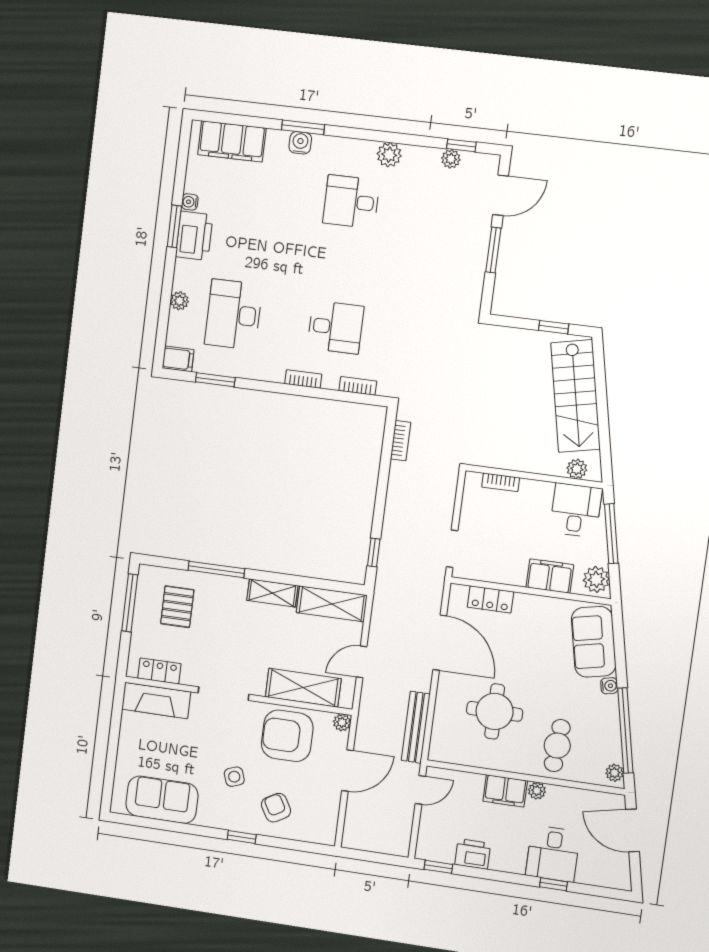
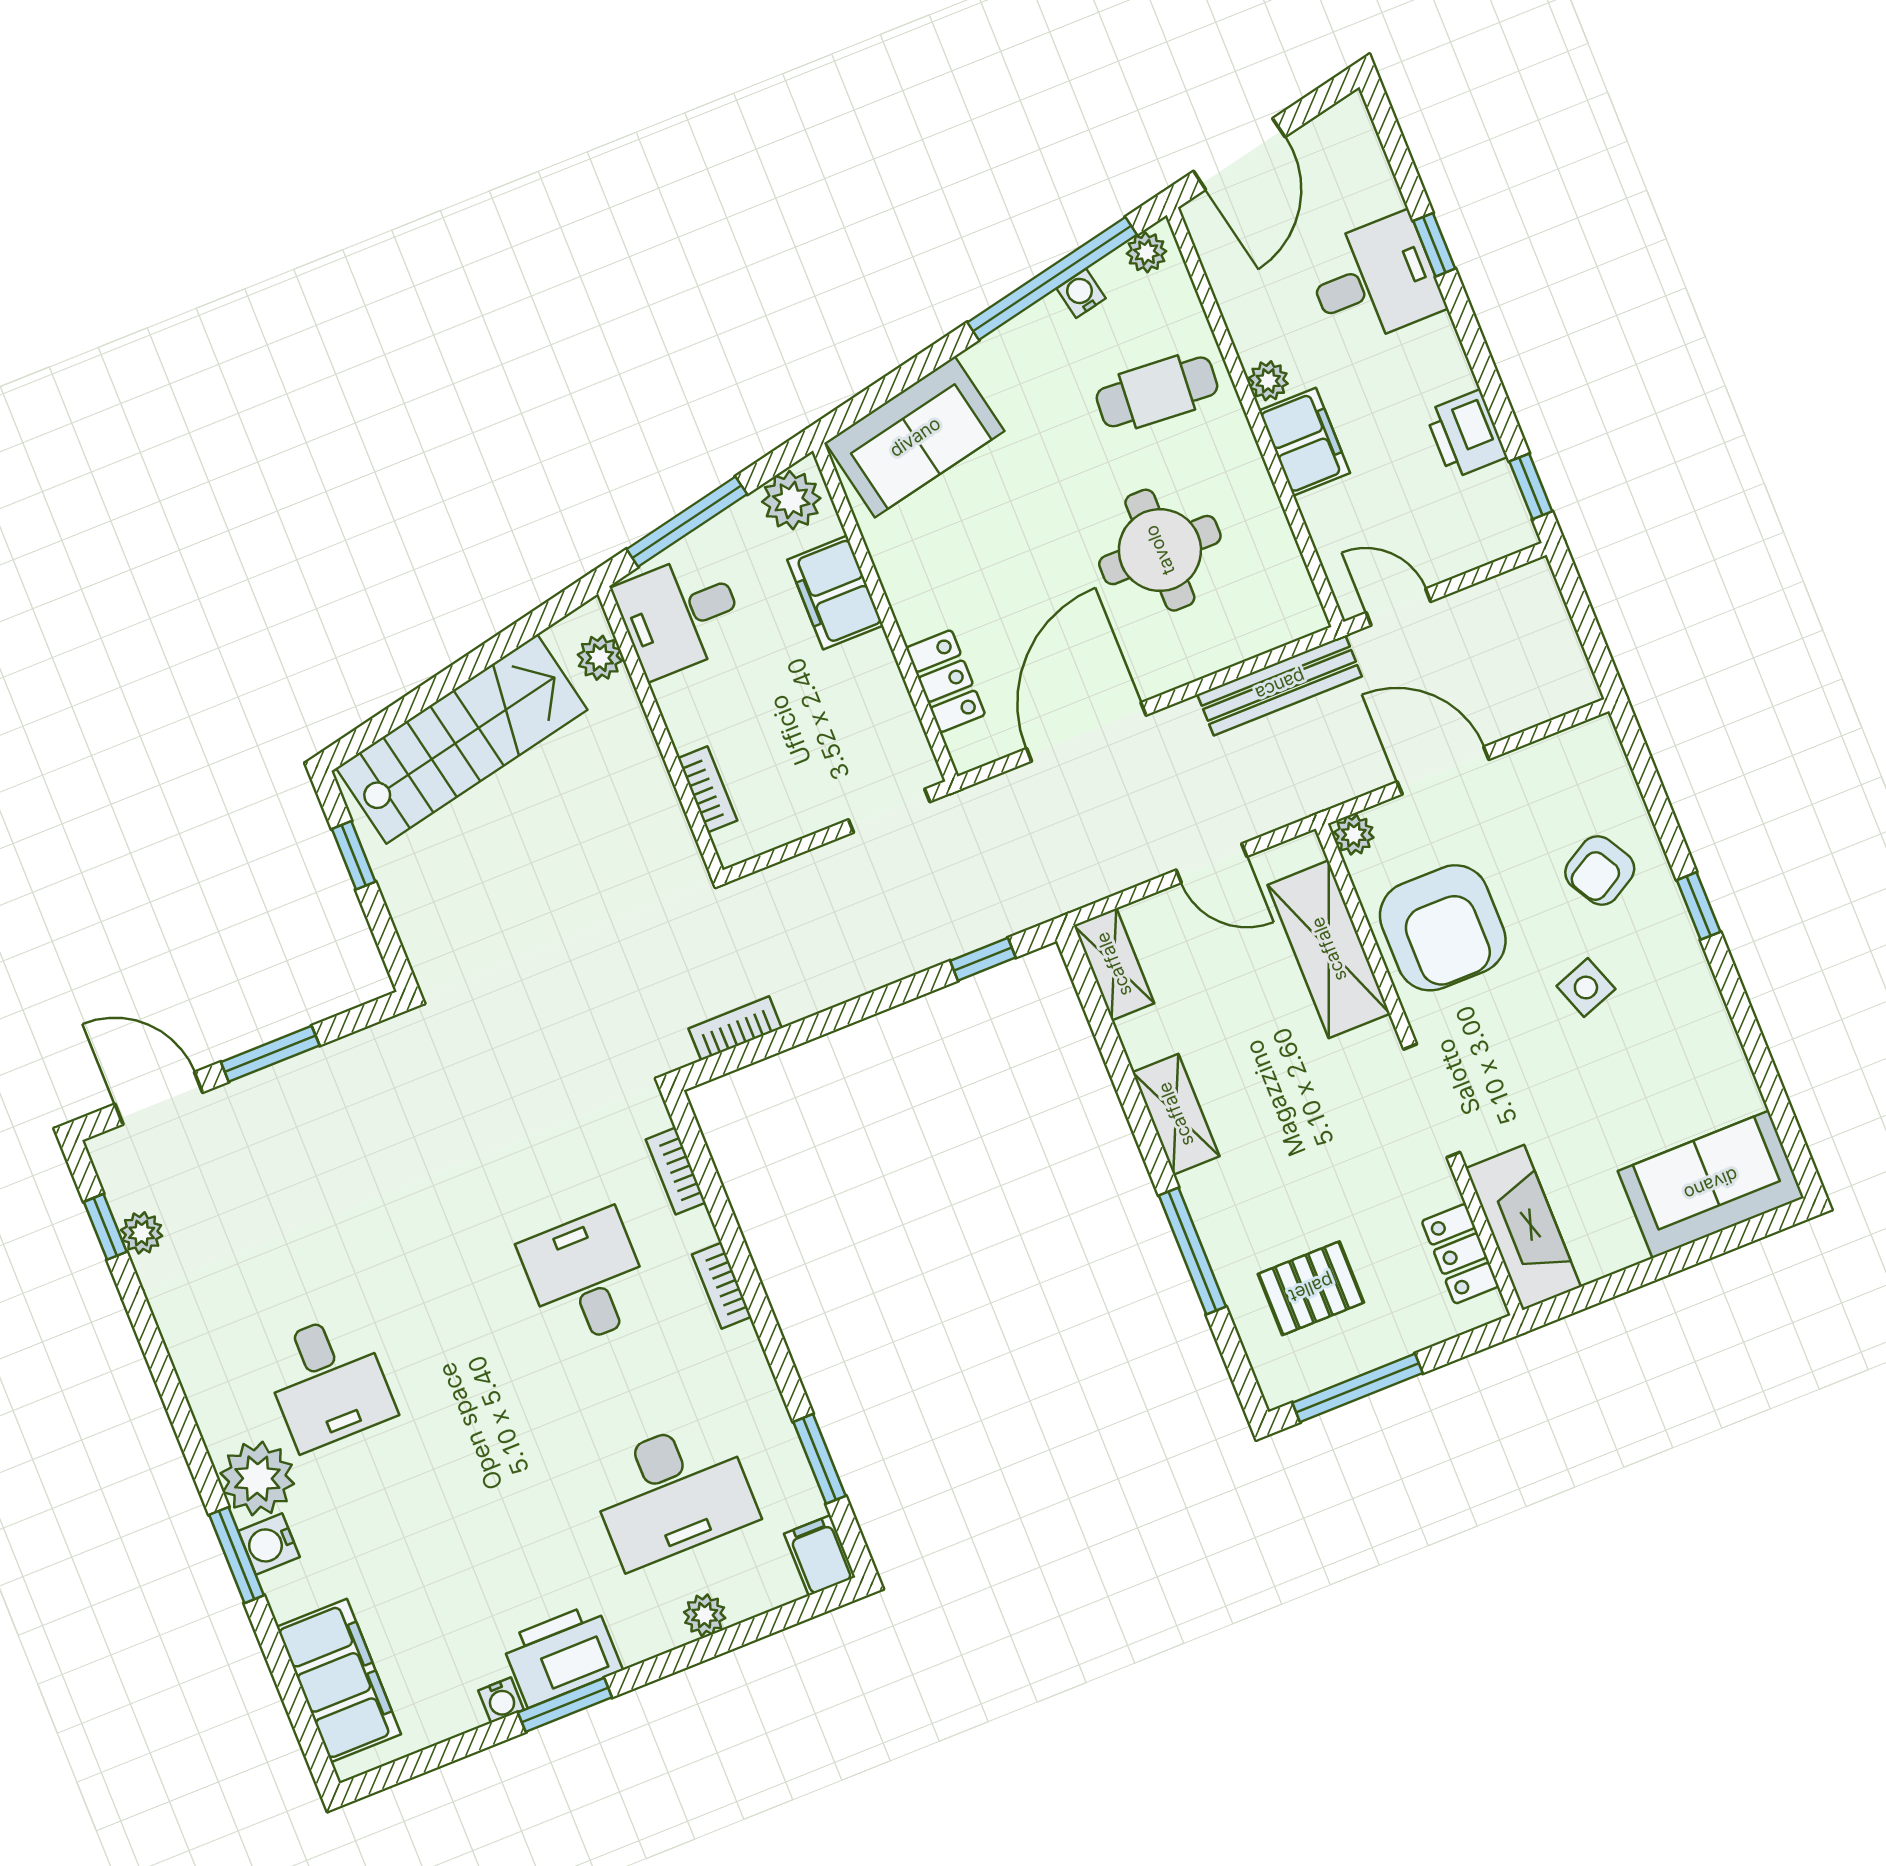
plant: (389, 155) -> (257, 1478), moved, width x1.36, depth x1.36
shelving: (332, 604) -> (1114, 964), width x0.67, depth x0.75
water cooler: (609, 686) -> (1081, 293), moved
sofa: (162, 800) -> (1711, 1184), moved, turned 90

